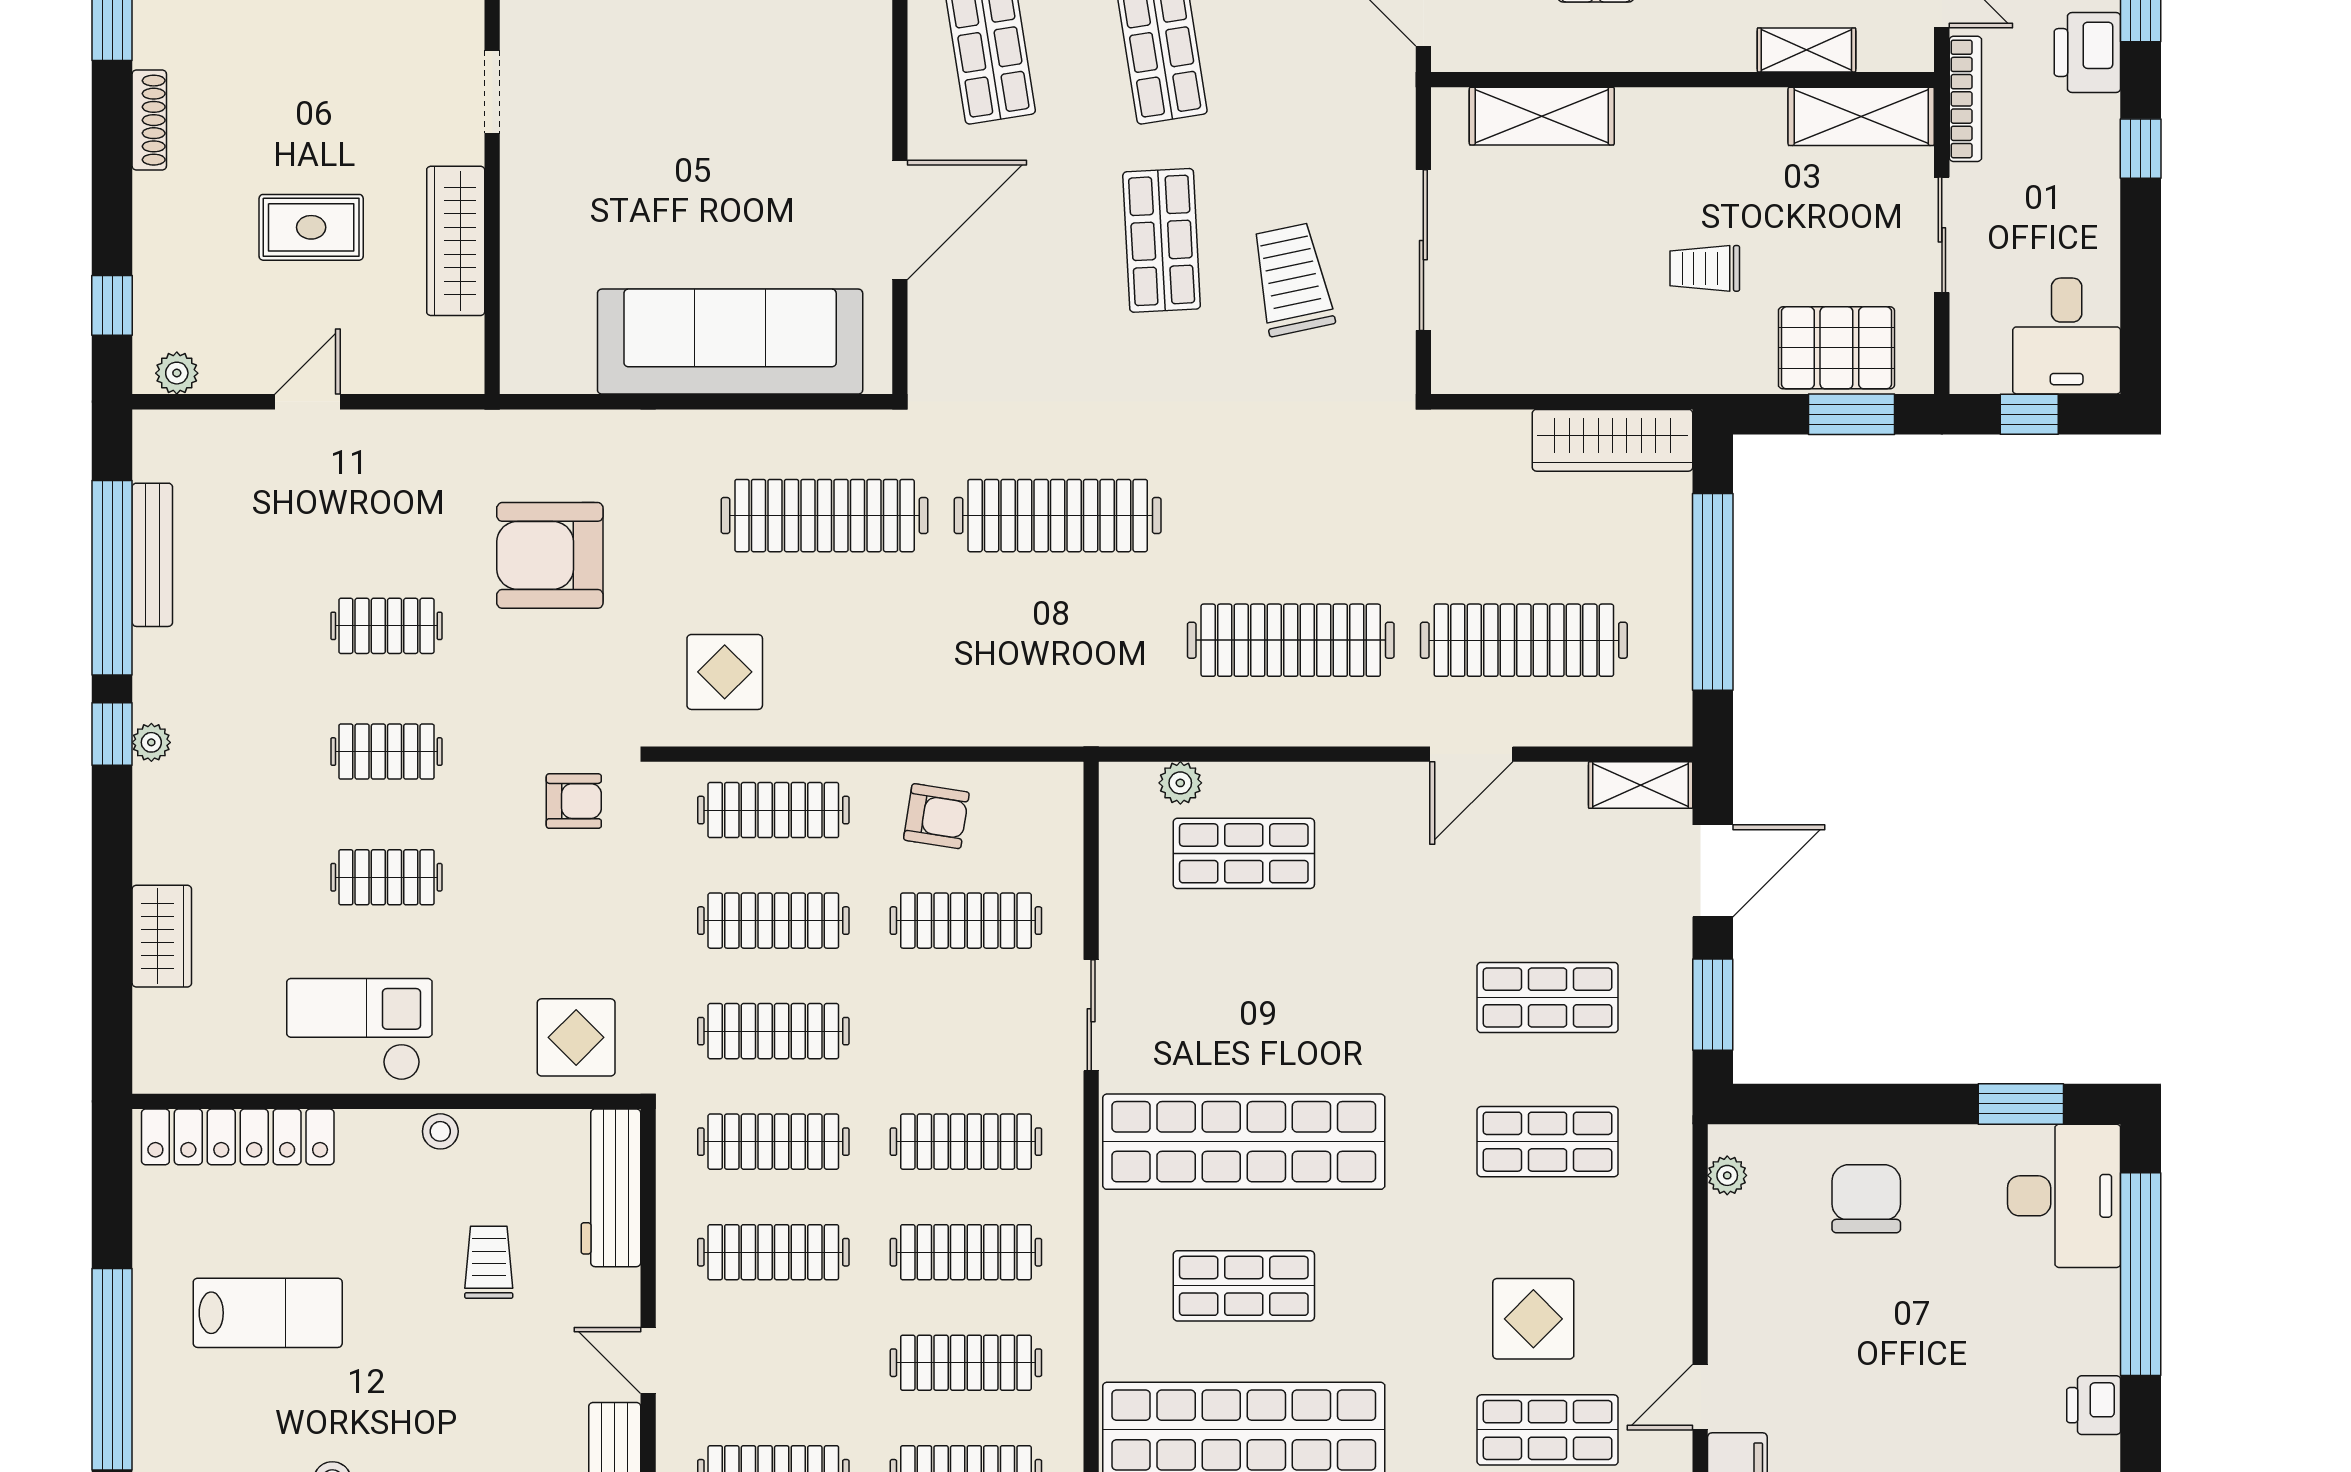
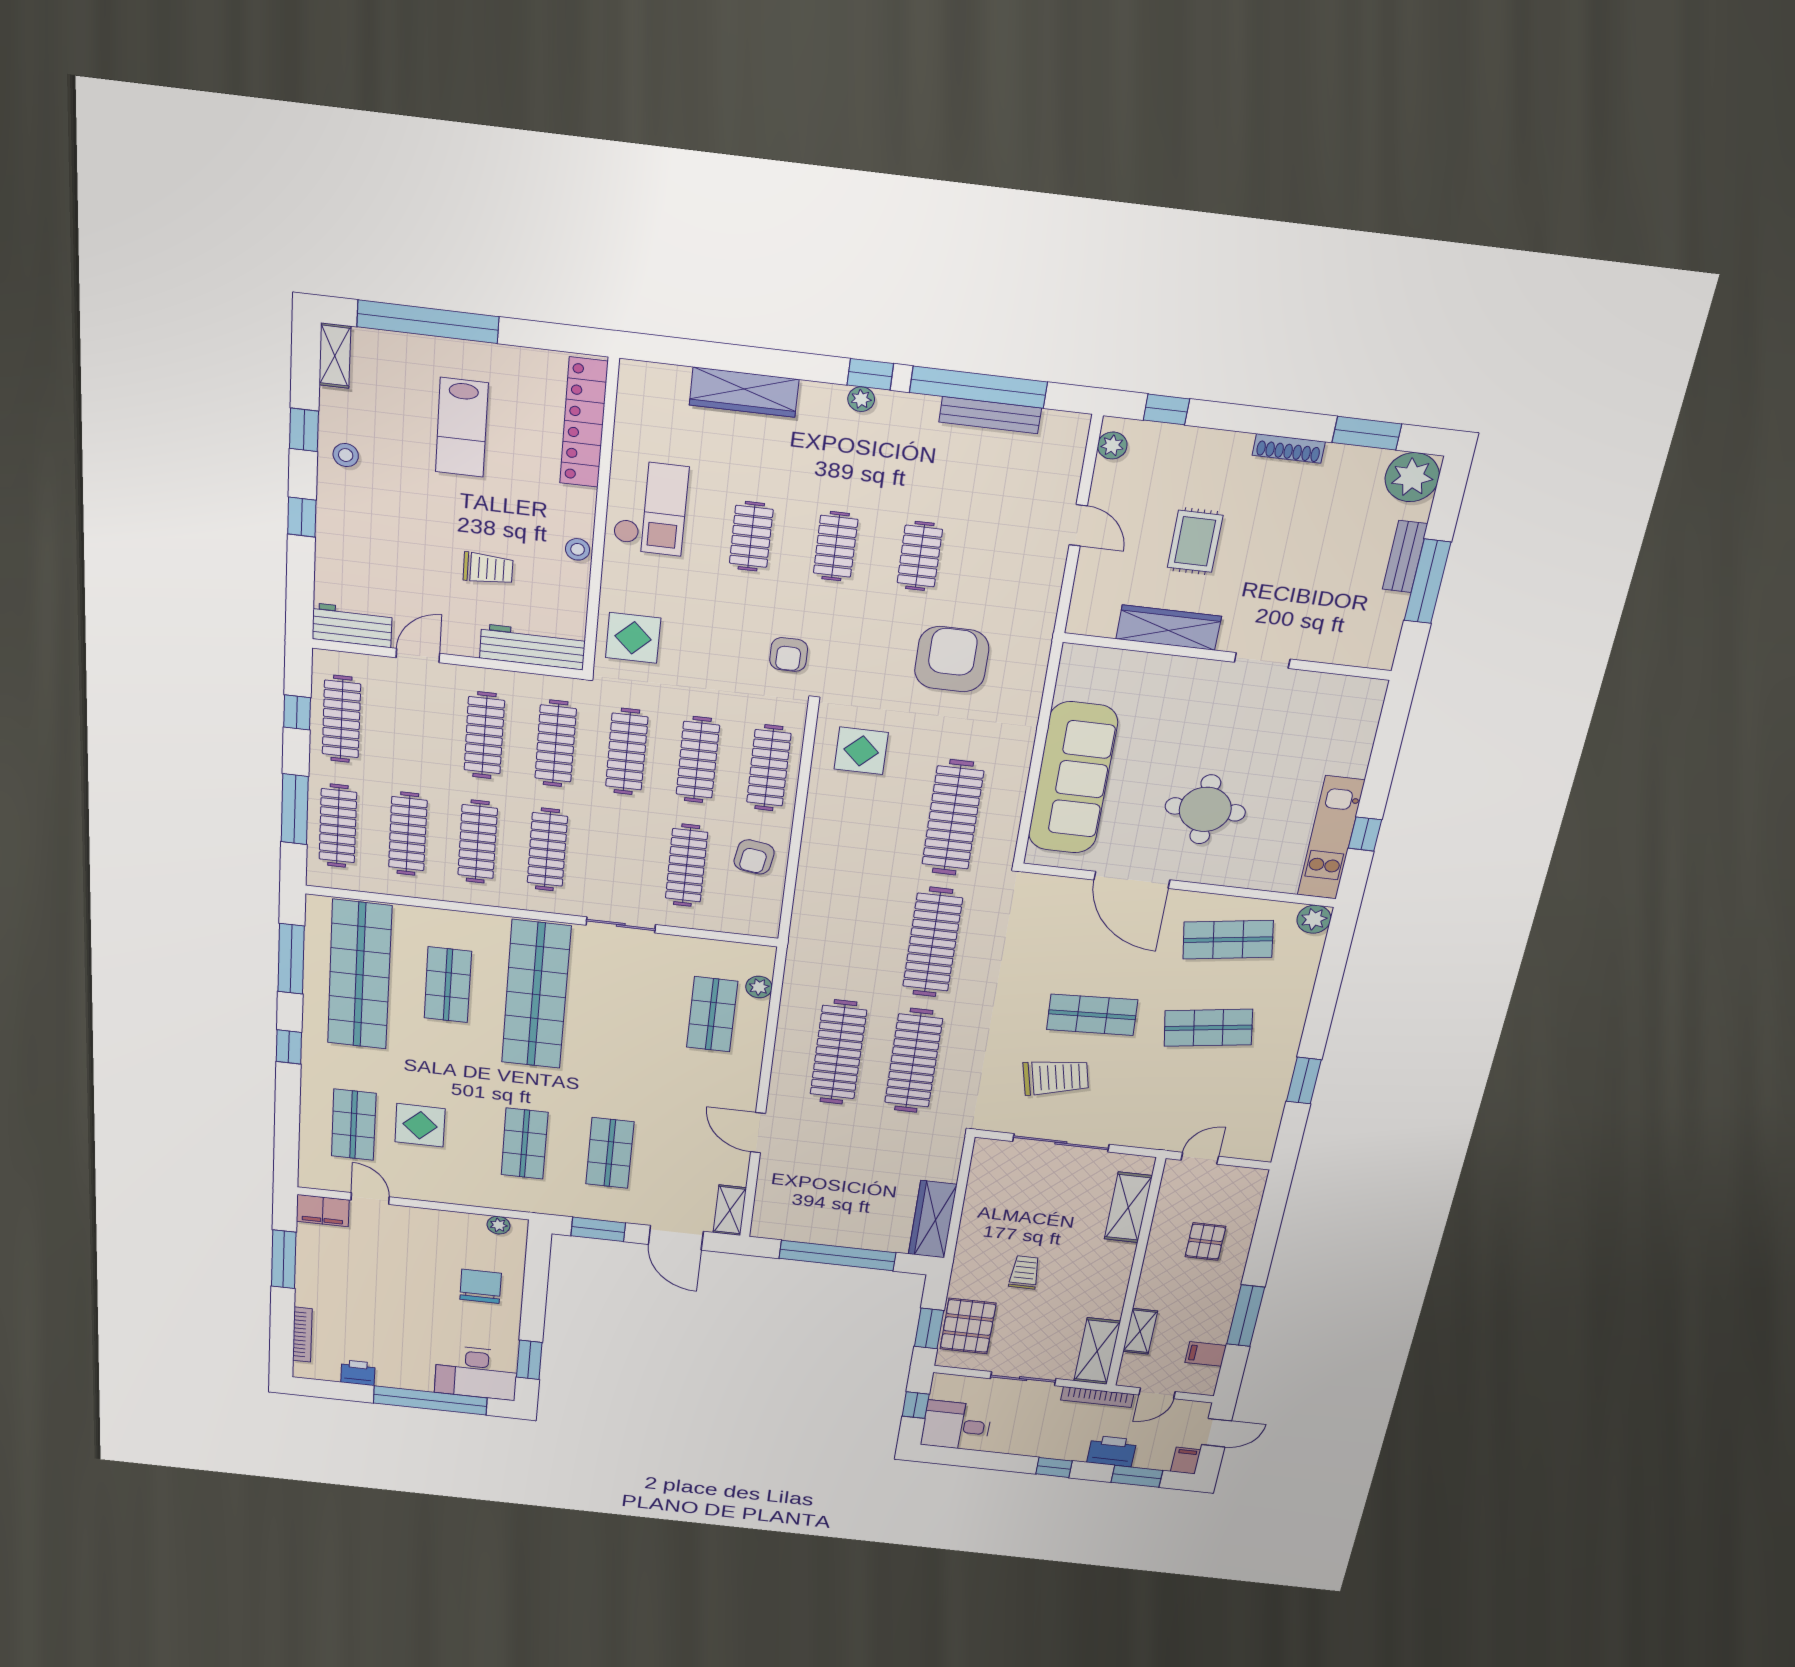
round table: (758, 129) -> (1205, 809), added
clothes rail: (1524, 640) -> (914, 1061), moved
wardrobe: (162, 936) -> (744, 392), width x1.50
chair: (1866, 1199) -> (481, 1286), turned -90

